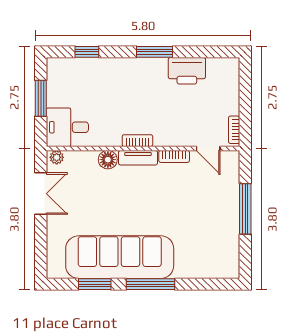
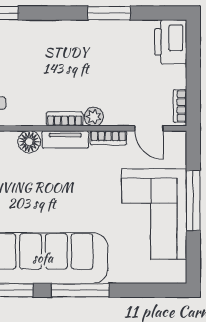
window: (155, 52) -> (109, 13), moved
printer: (187, 71) -> (171, 42), moved, turned 90
plant: (162, 139) -> (94, 117), added
corner sofa: (212, 220) -> (154, 214), added

